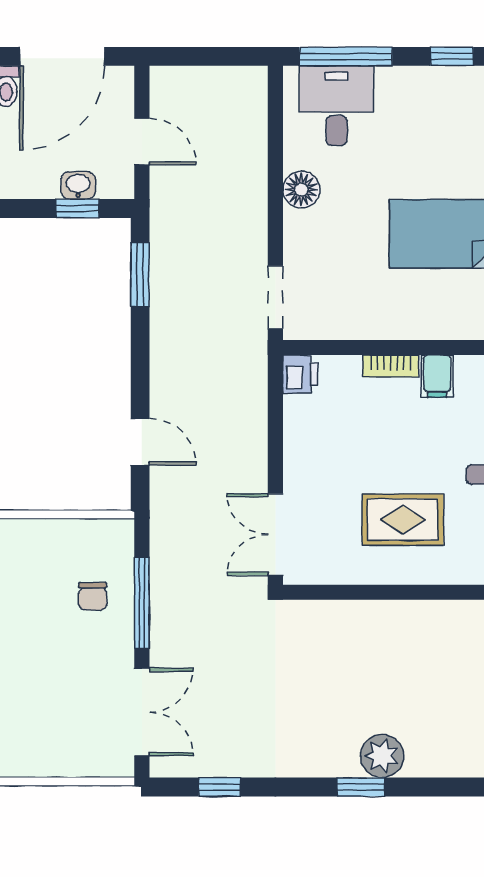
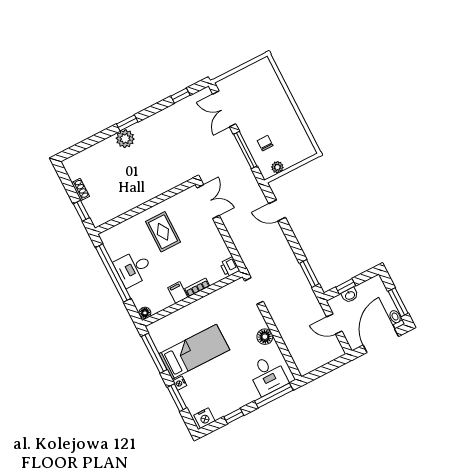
rug: (403, 520) -> (163, 232), turned 90
plant: (93, 532) -> (277, 167), added

